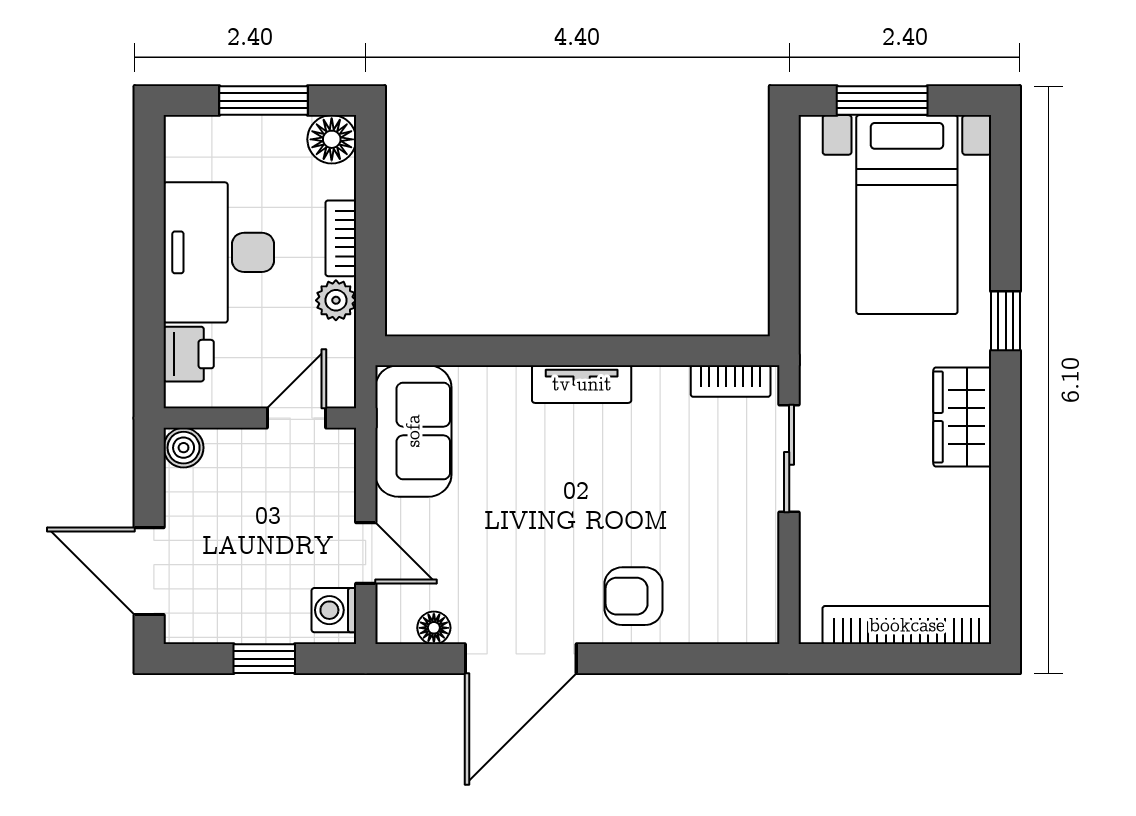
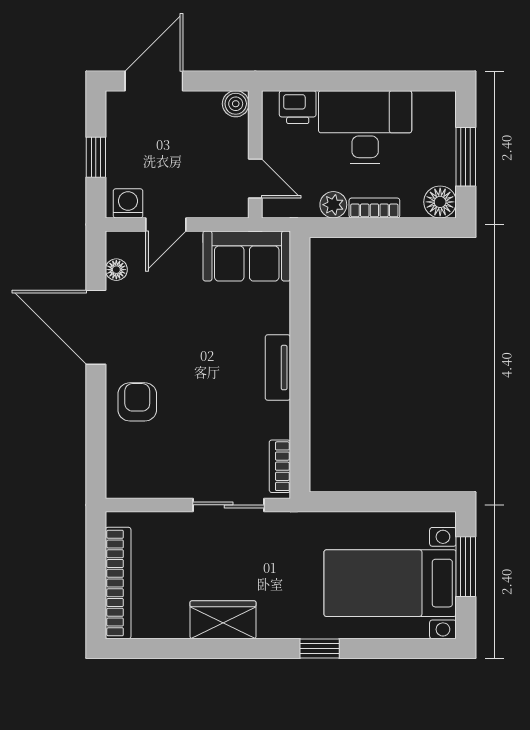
wardrobe: (962, 417) -> (223, 620), moved

